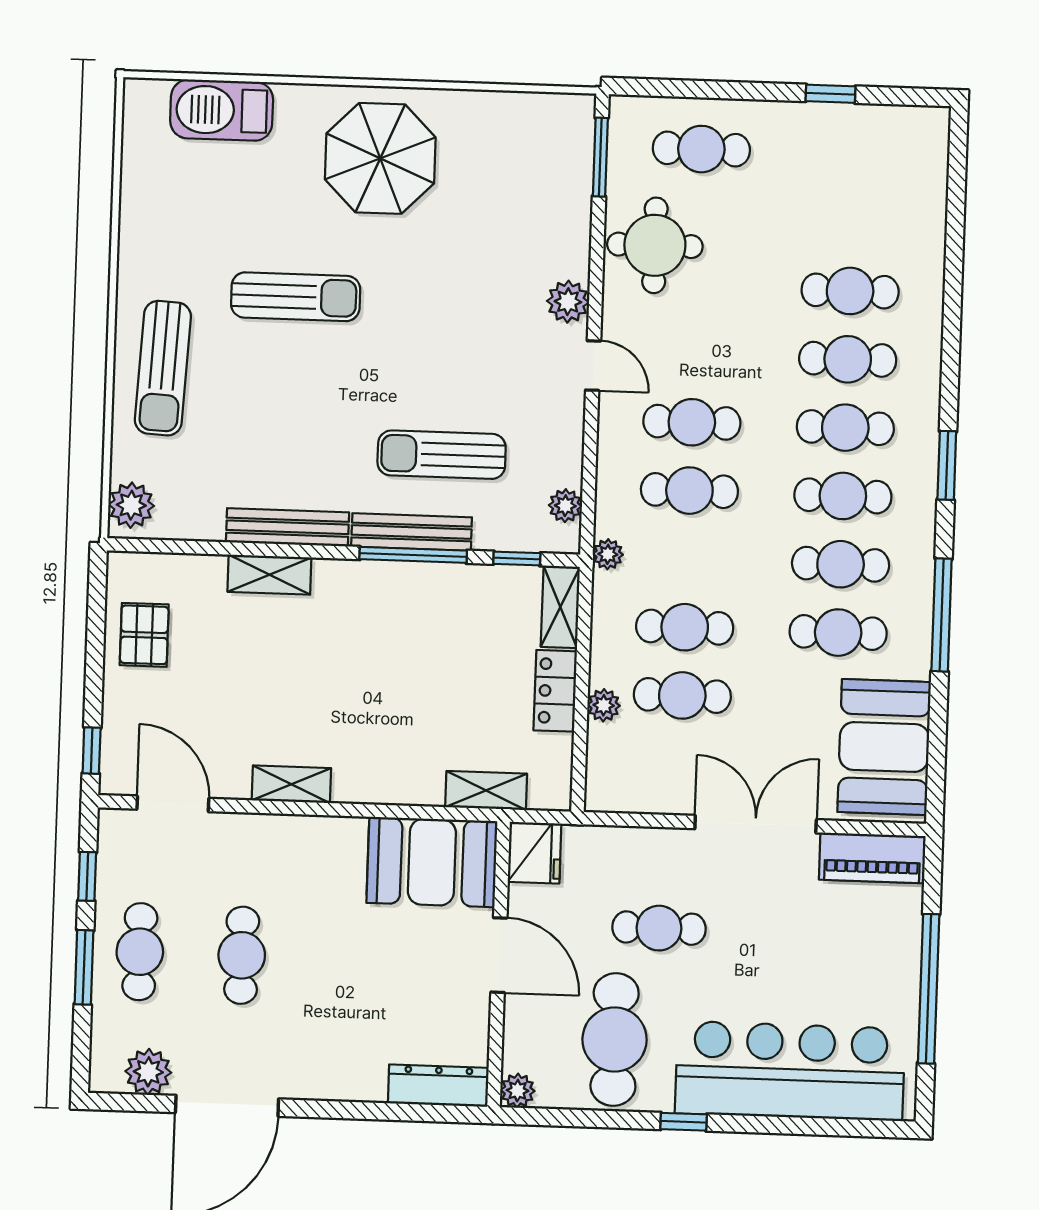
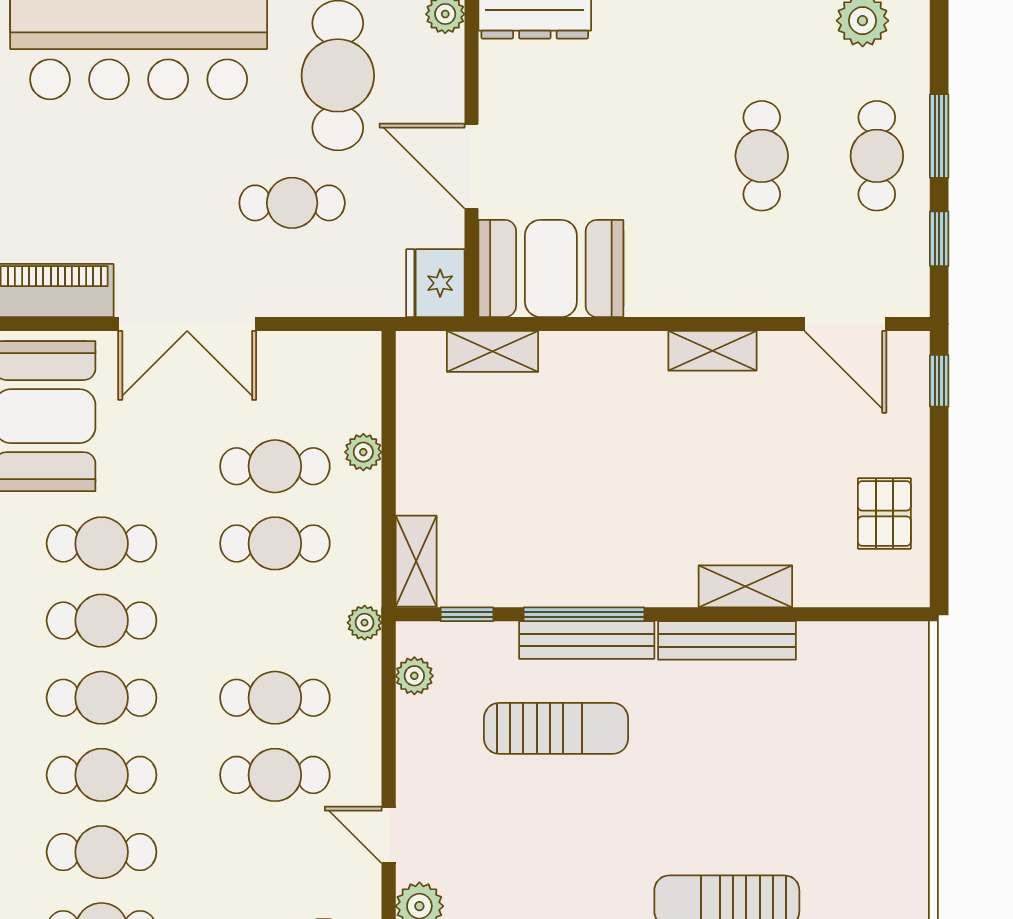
sun lounger: (163, 368) -> (874, 815), removed
plant: (131, 505) -> (904, 659), removed
locker: (555, 691) -> (418, 467), removed

